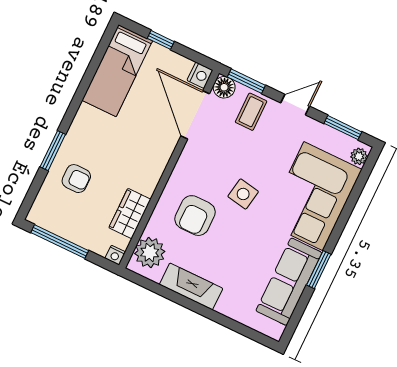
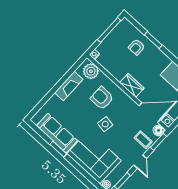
wardrobe: (130, 214) -> (132, 85), moved

